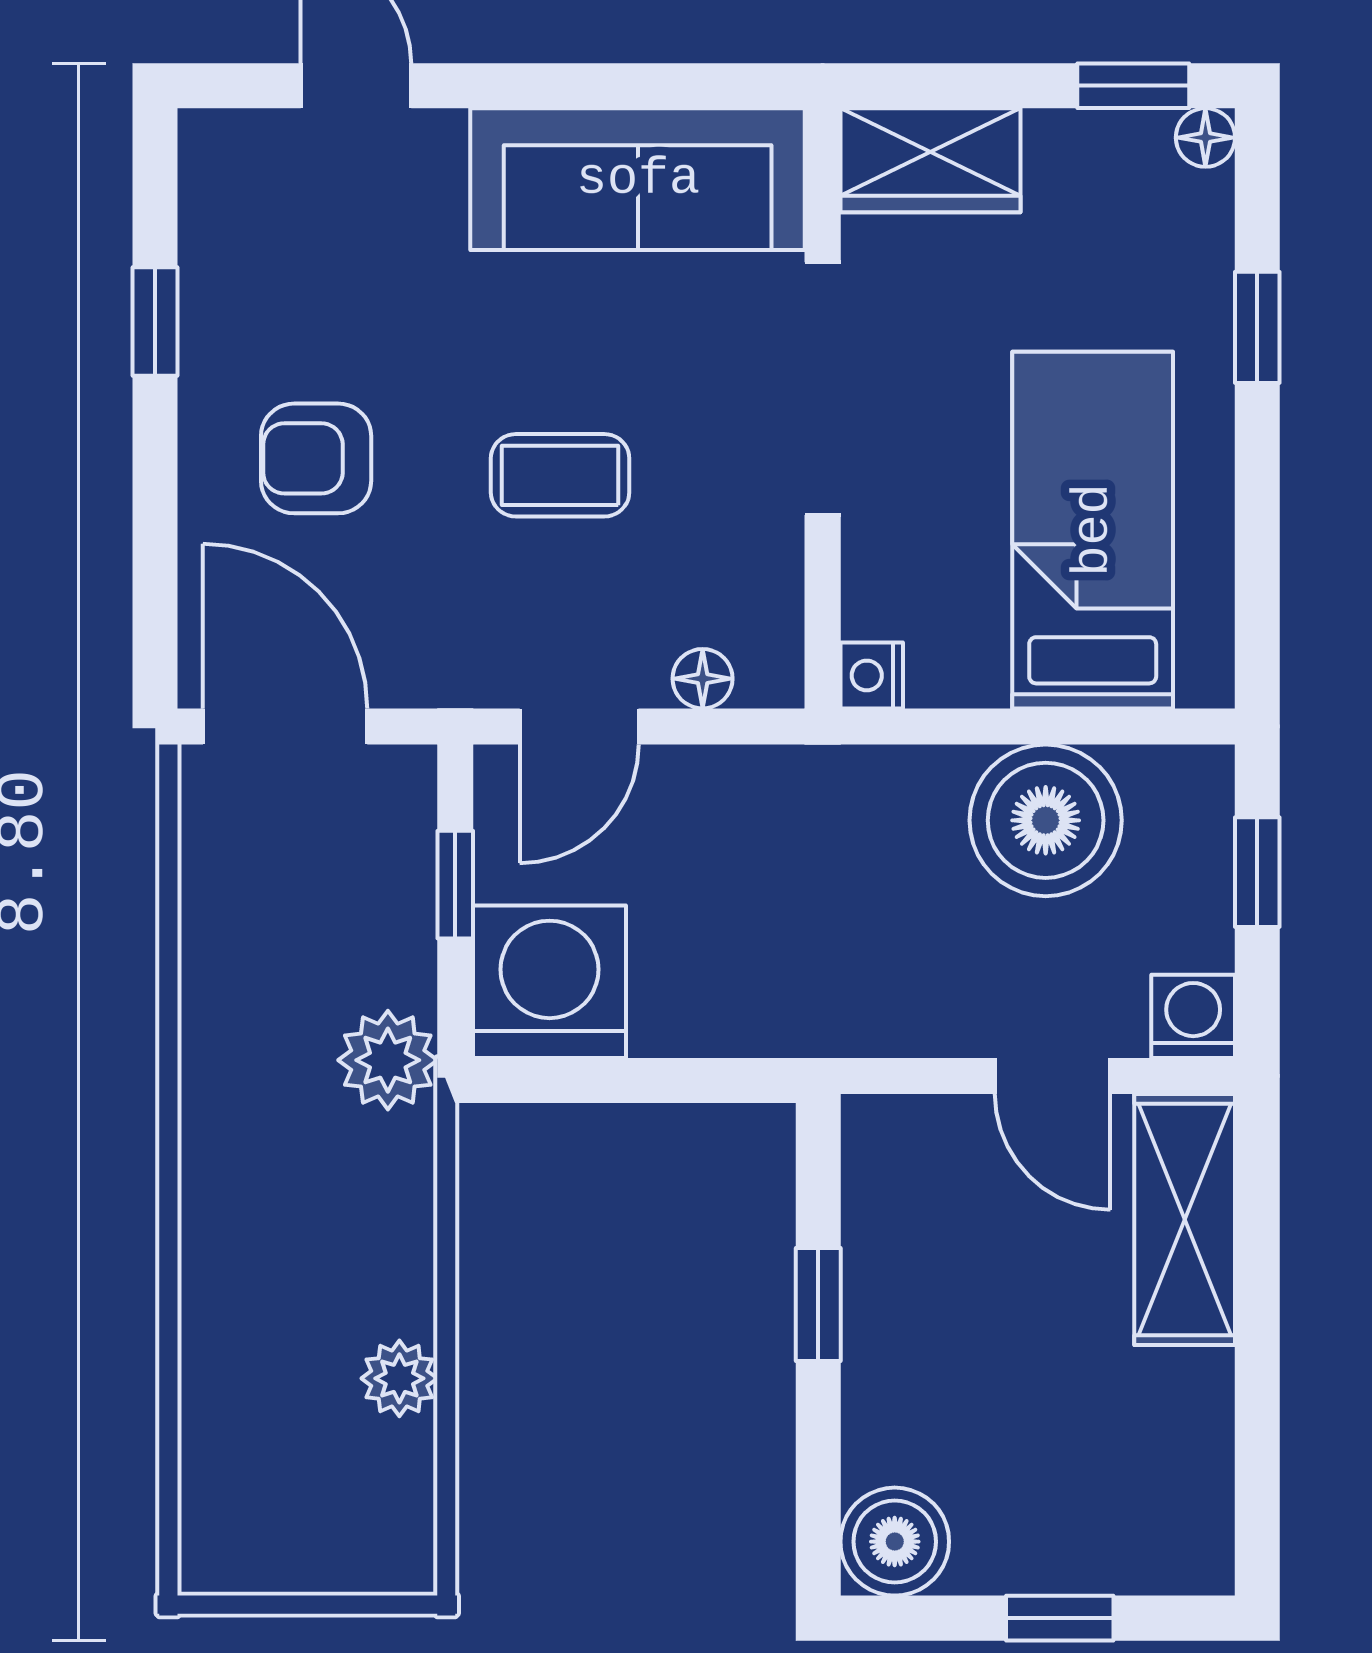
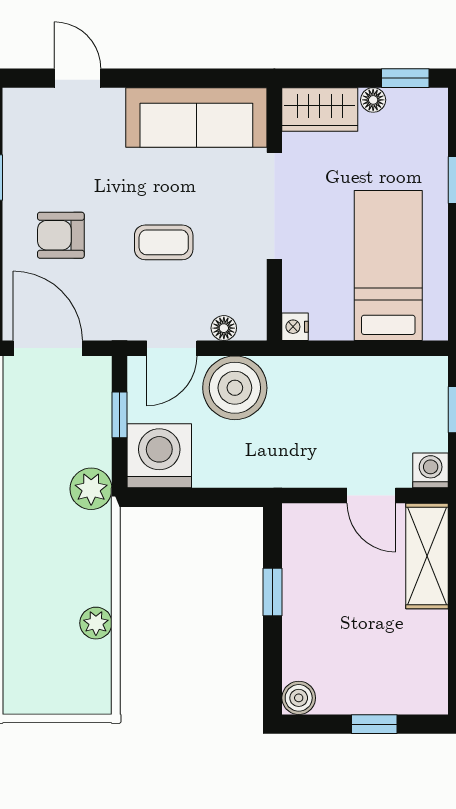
floor lamp: (1205, 138) -> (373, 100), moved
boiler: (1046, 820) -> (235, 388), moved
boiler: (895, 1542) -> (299, 698), width x0.73, depth x0.73

